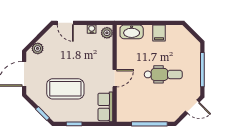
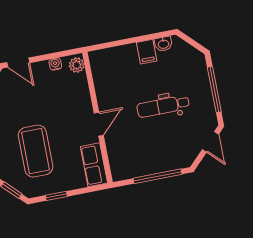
washbasin: (132, 32) -> (163, 44), moved, width x0.52, depth x0.69
dental chair: (163, 74) -> (163, 106), turned 180
coffee table: (65, 89) -> (36, 151), turned 90
door: (192, 107) -> (210, 142), hinge flipped

